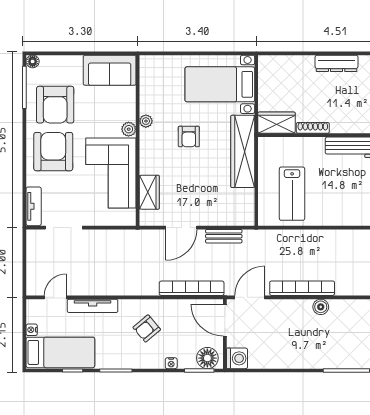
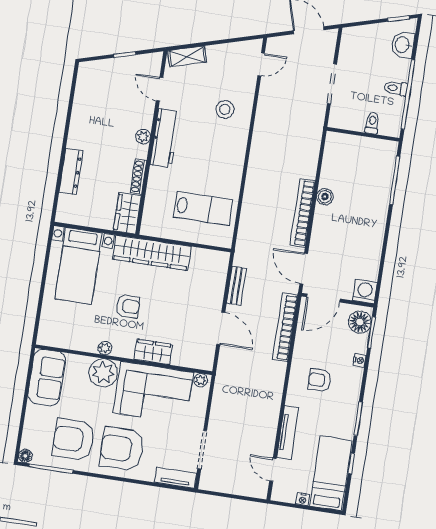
dresser: (337, 63) -> (71, 172), moved
armchair: (55, 105) -> (74, 439), turned 180
plant: (351, 126) -> (143, 137), added
plant: (129, 129) -> (103, 373), width x1.88, depth x1.88
wardrobe: (149, 192) -> (153, 352), moved
plant: (129, 216) -> (201, 380), added
armchair: (147, 328) -> (320, 380), turned 130

